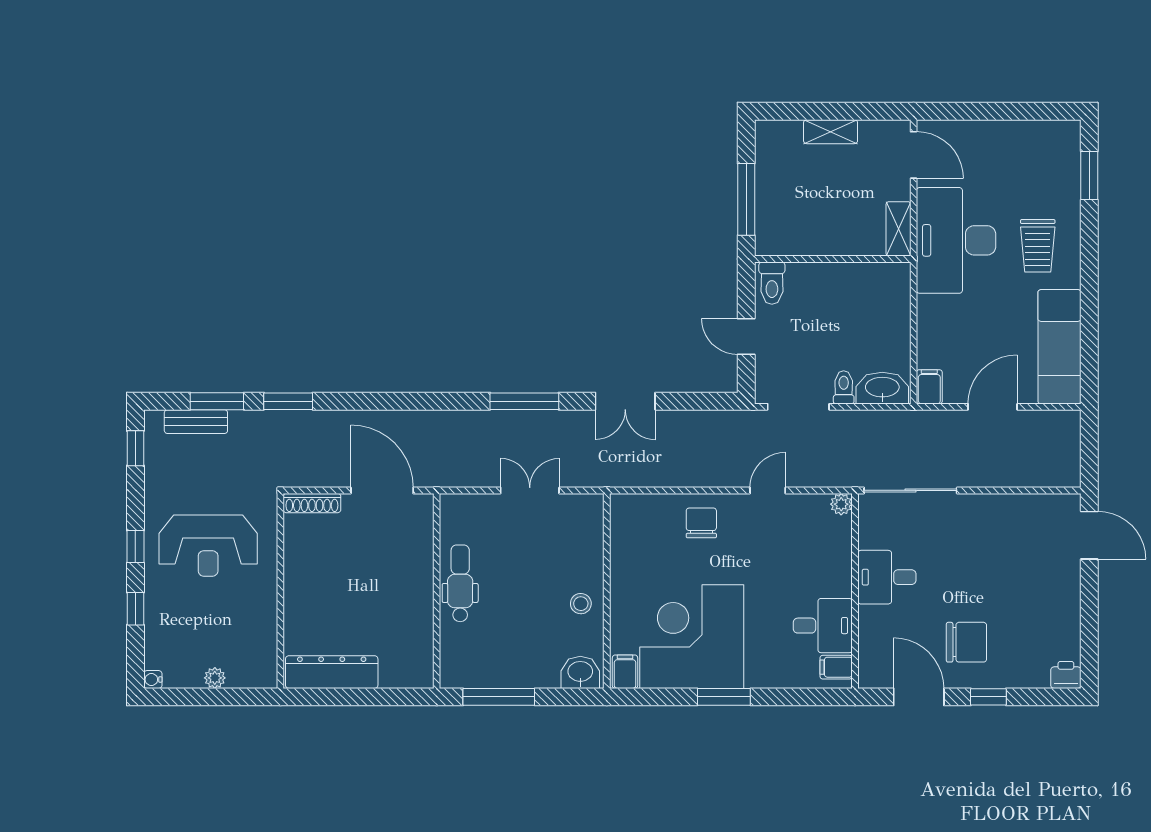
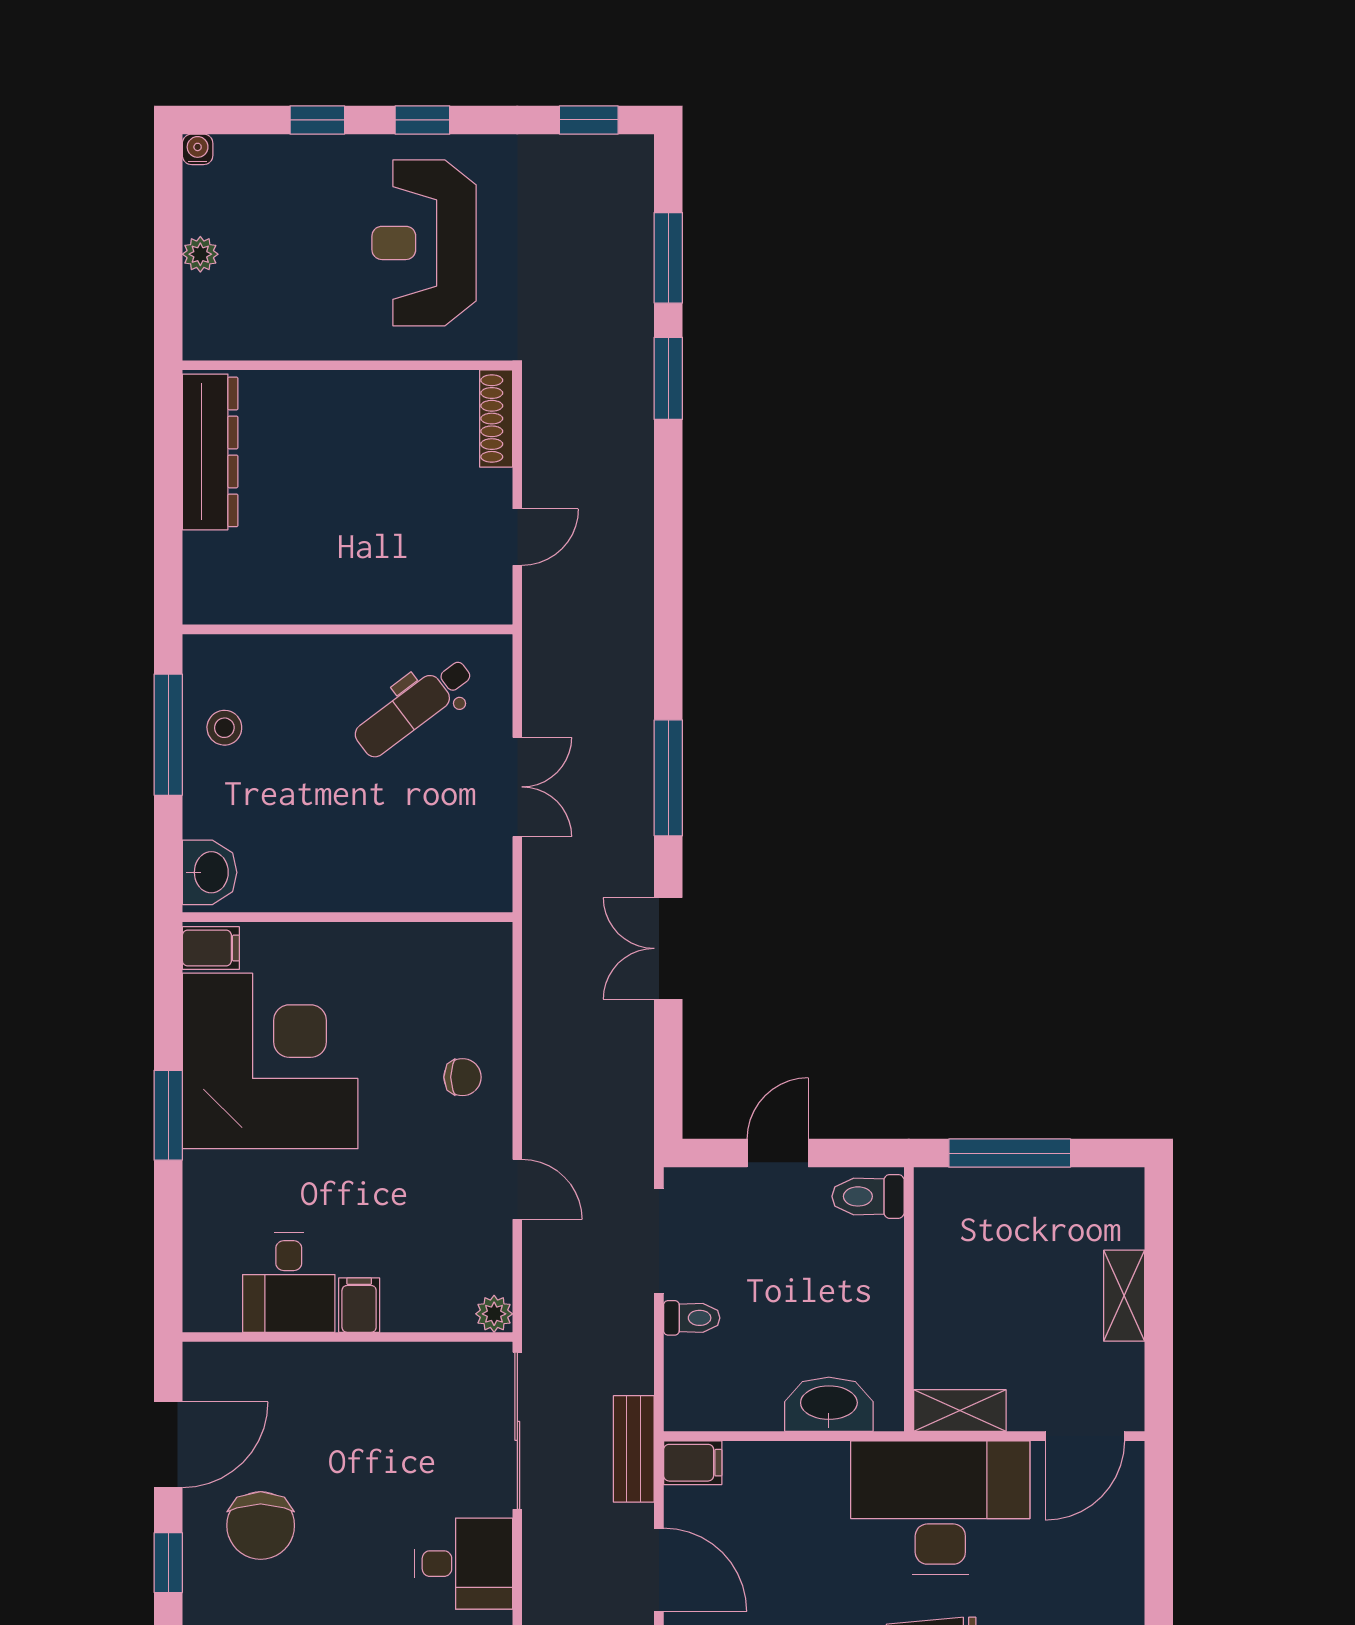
washbasin: (882, 388) -> (829, 1404), moved, turned -90
bench: (196, 422) -> (634, 1449), moved
door: (382, 490) -> (517, 537), width x0.53
chair: (701, 523) -> (462, 1077), width x0.73, depth x0.73
desk: (887, 577) -> (463, 1564), moved, turned 90
dental chair: (460, 583) -> (414, 708), moved, turned 143
stool: (581, 604) -> (224, 728), moved
filing cabinet: (836, 667) -> (359, 1305), moved

